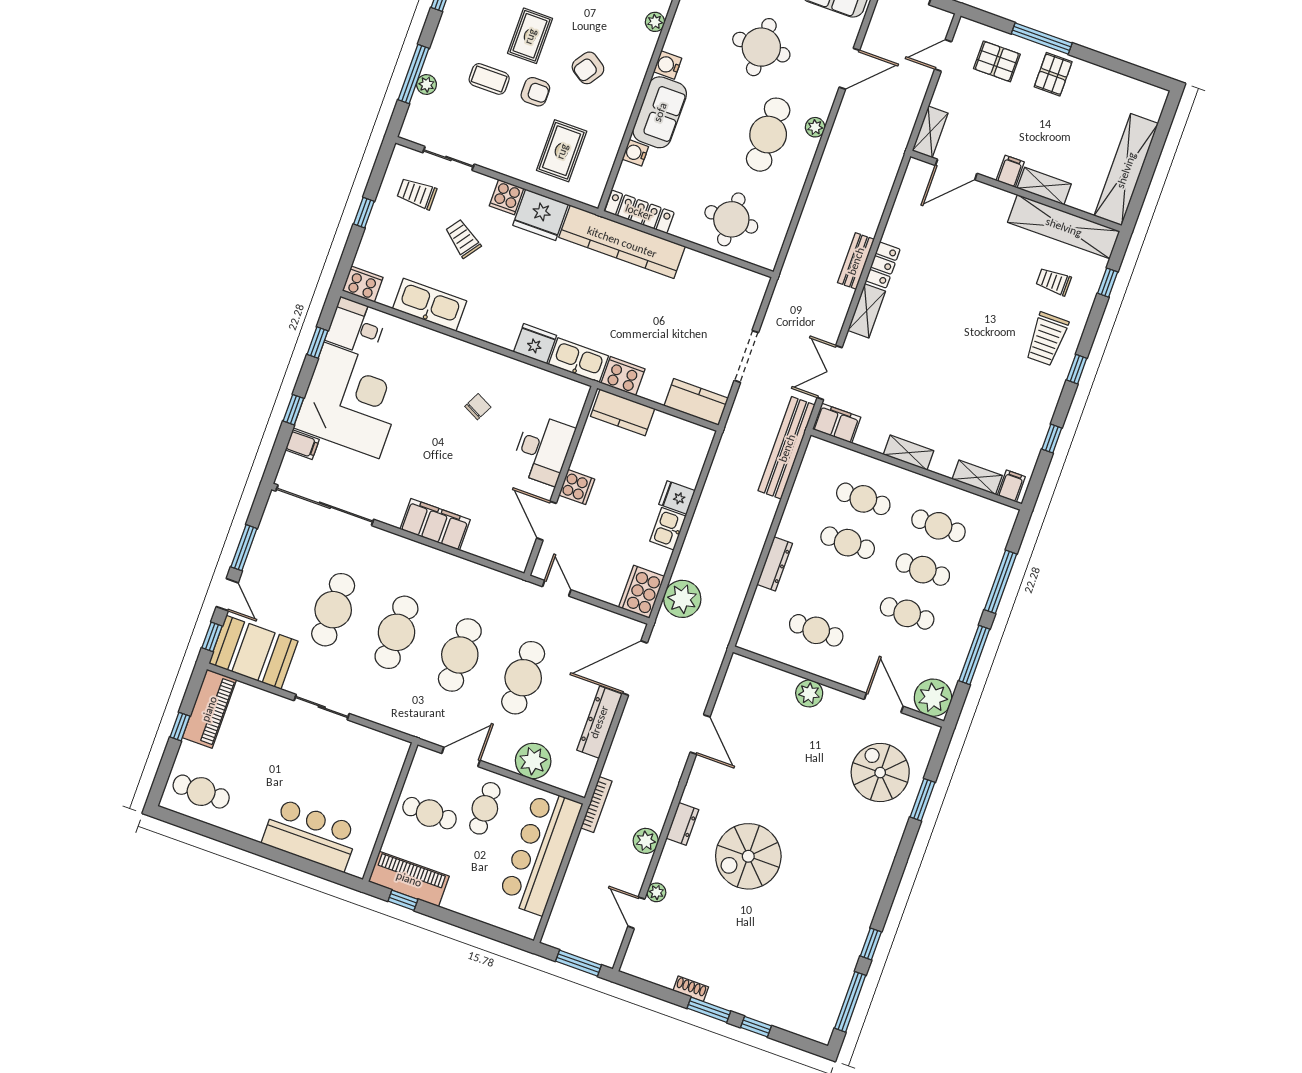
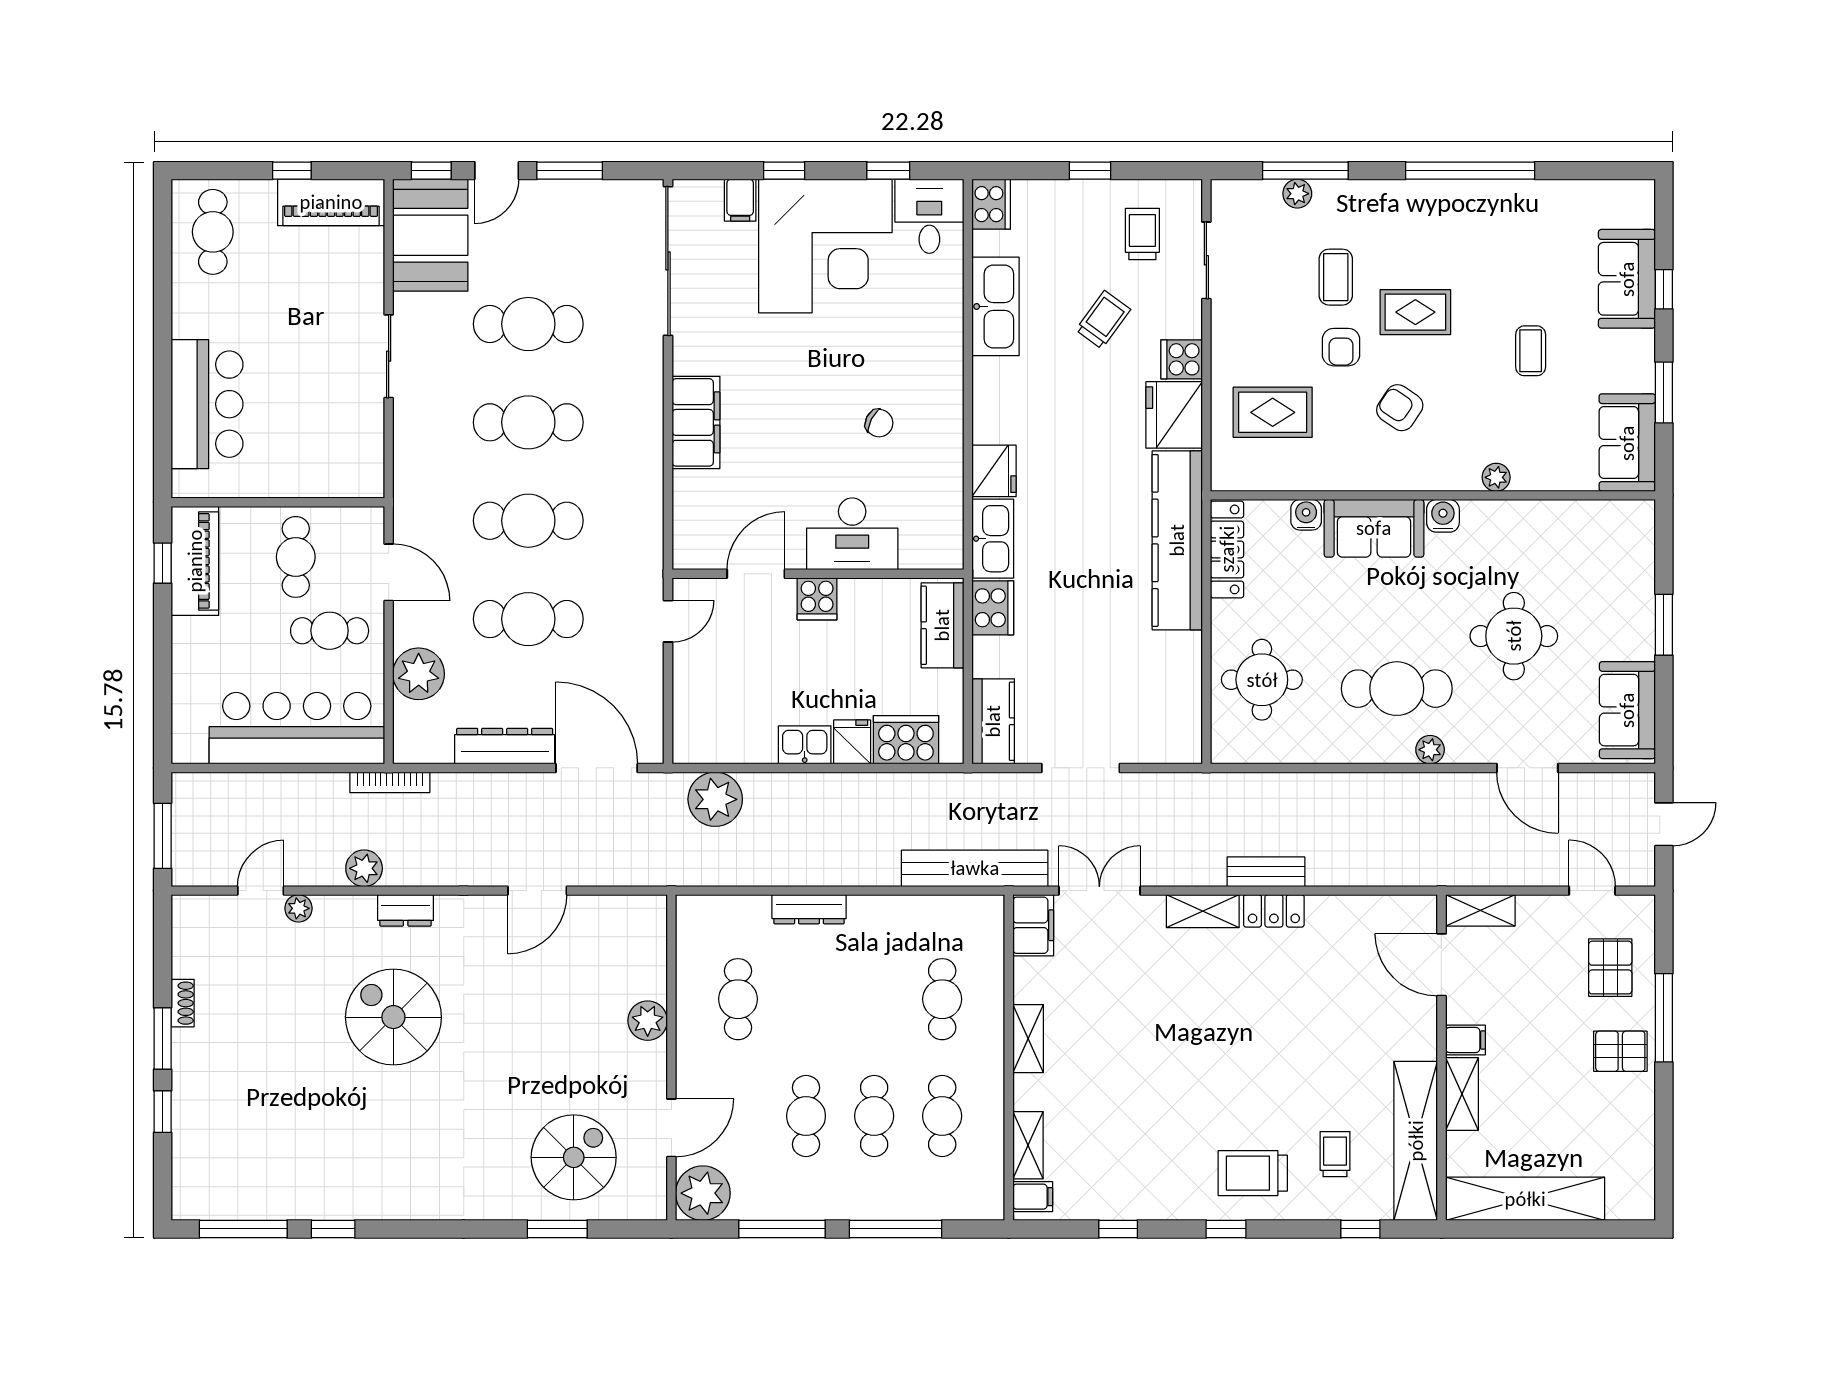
cafe table: (848, 543) -> (874, 999), removed
cooker: (642, 592) -> (906, 740), moved

